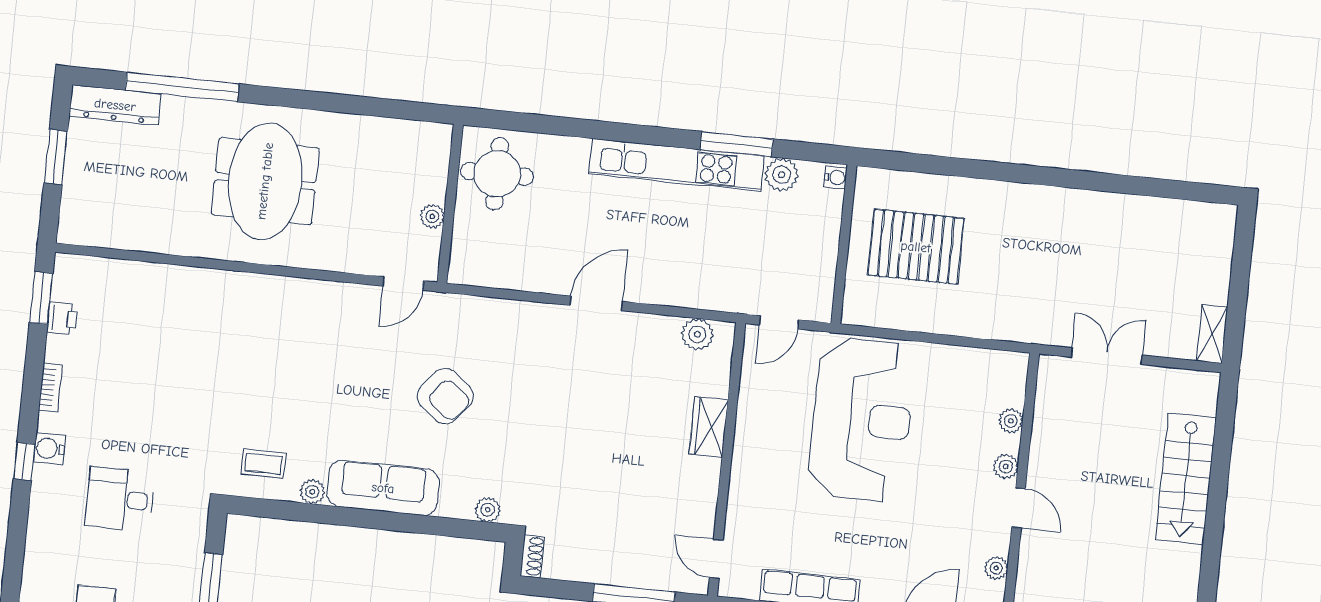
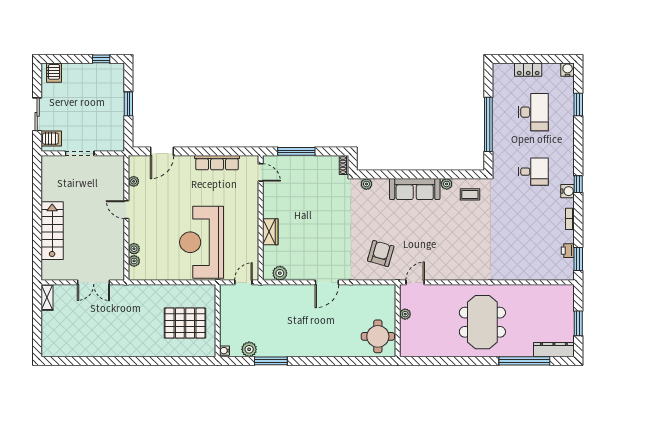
kitchen unit: (677, 165) -> (297, 349), removed
armchair: (445, 396) -> (381, 254), moved, turned 67
plant: (1006, 466) -> (134, 261), moved

